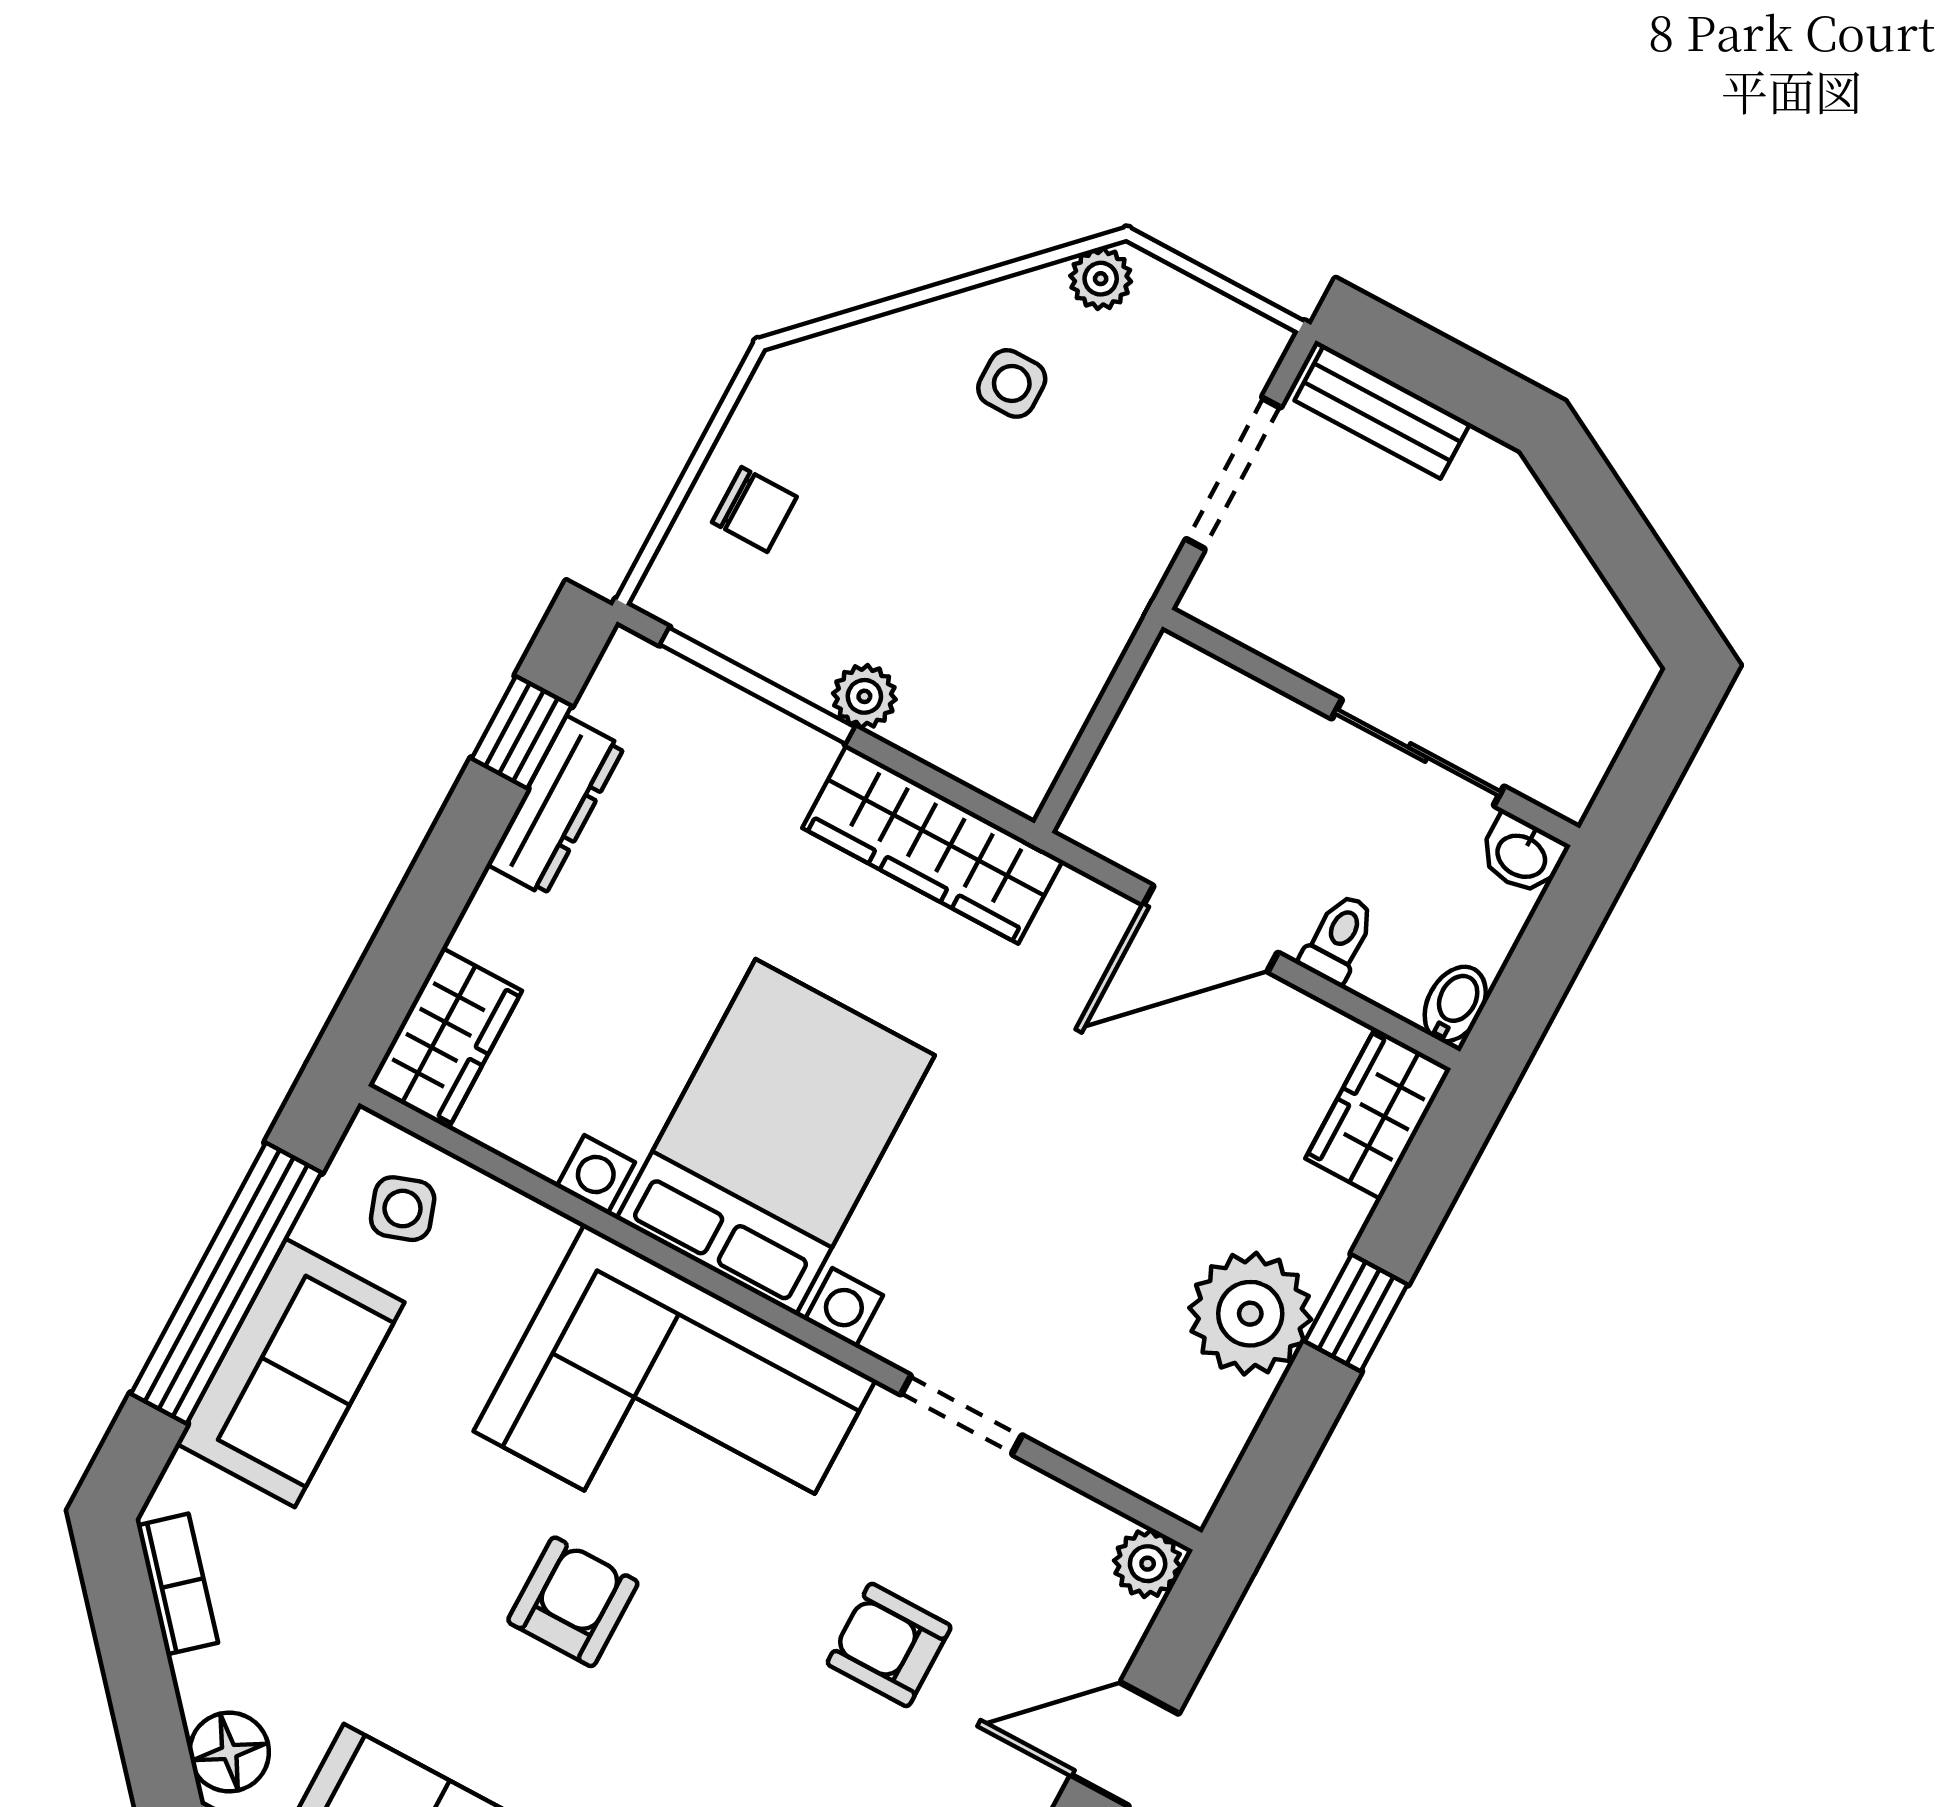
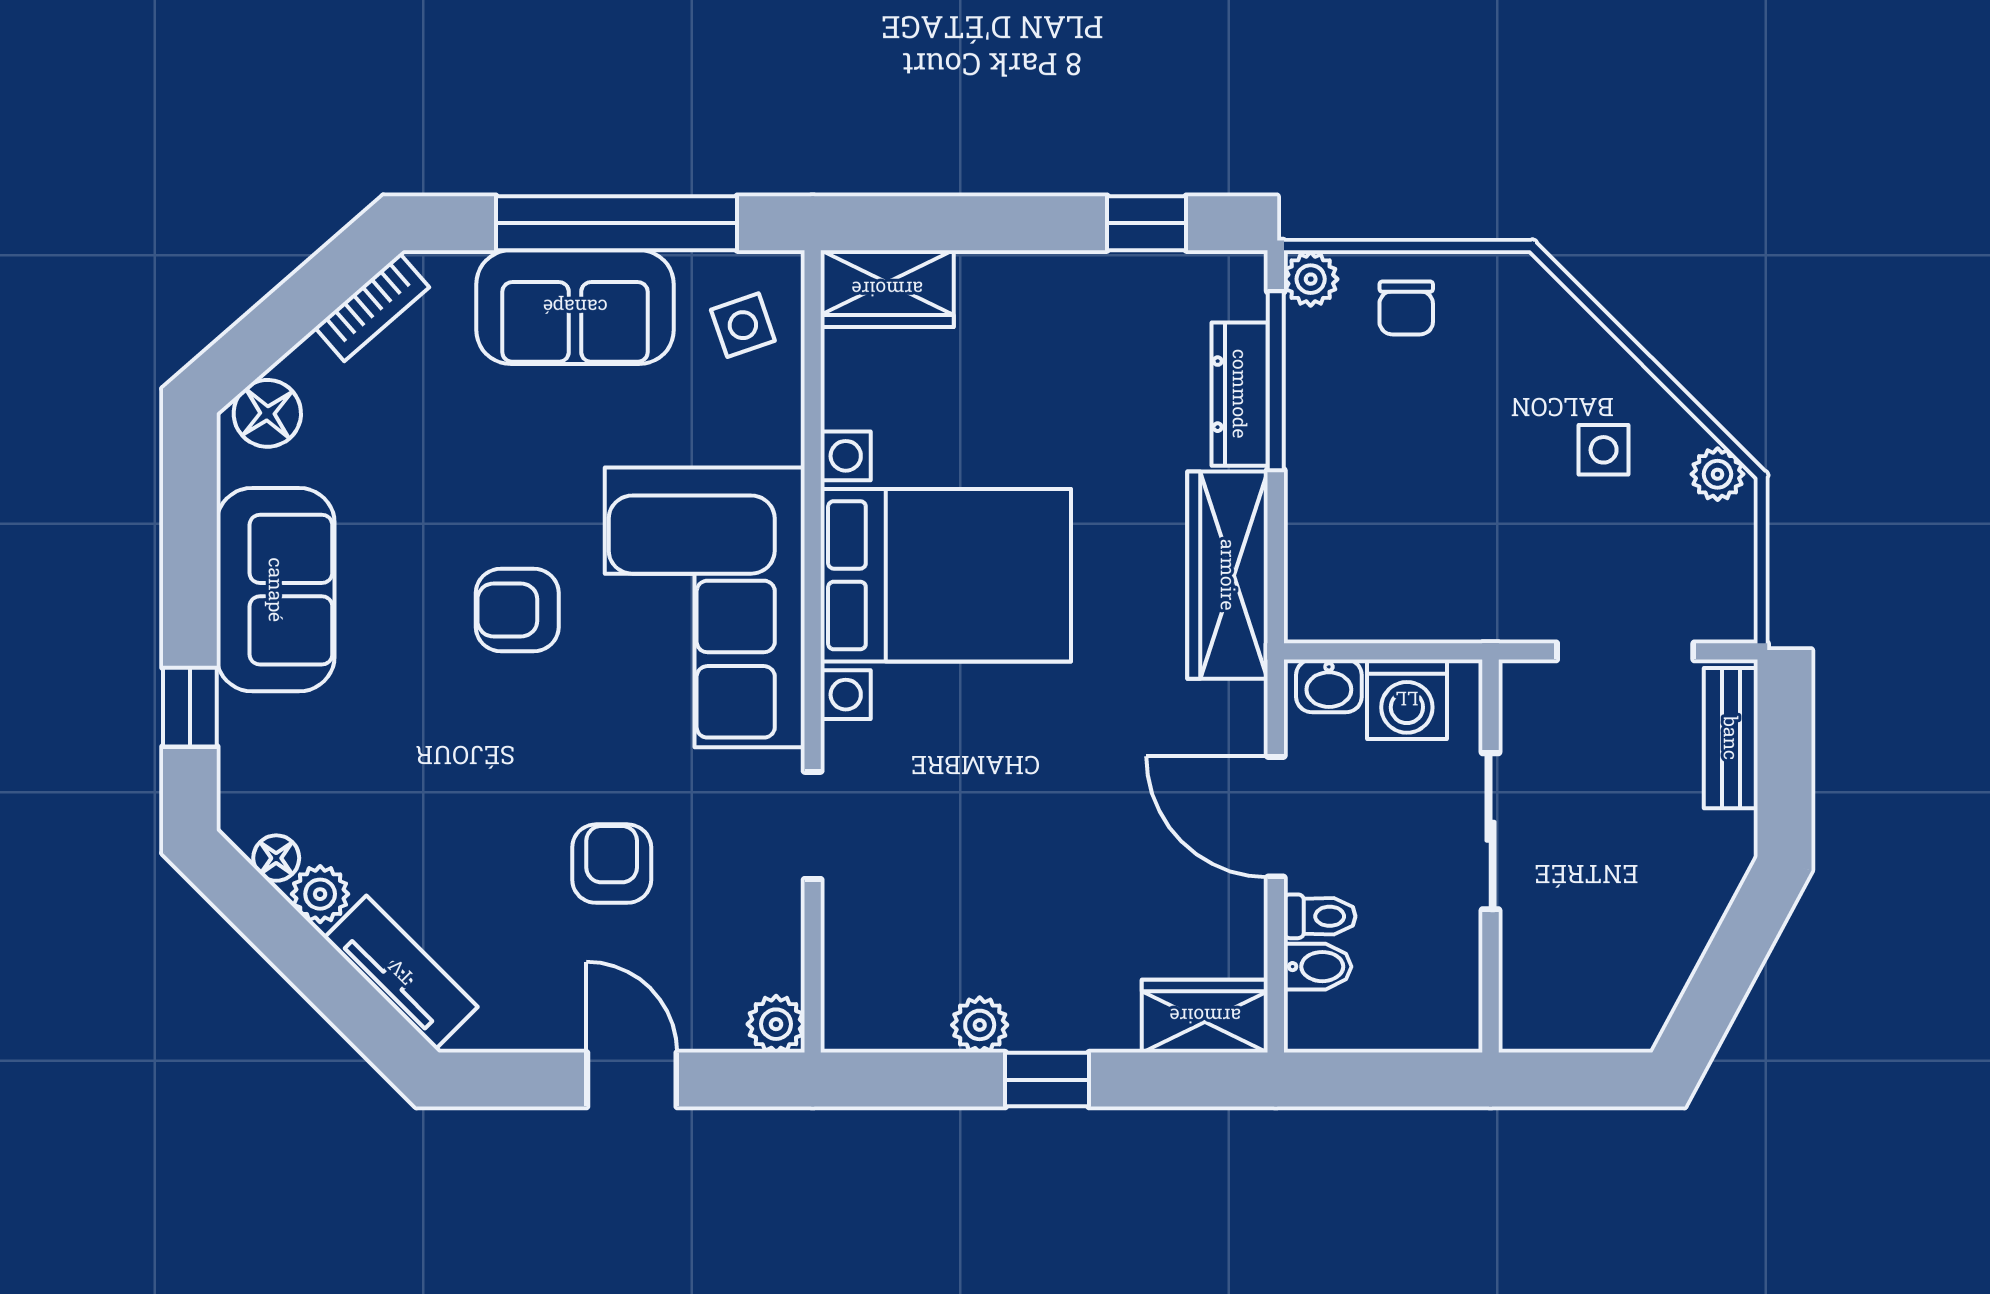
plant: (864, 696) -> (1311, 279), moved
washing machine: (1162, 727) -> (1407, 699), added
sliding door: (1418, 753) -> (1491, 831), moved
dresser: (556, 806) -> (1240, 394), moved, turned 90
washbasin: (1522, 855) -> (1329, 686), moved, turned -90
bidet: (1455, 1004) -> (1318, 967), moved
plant: (1250, 1314) -> (980, 1025), width x0.53, depth x0.53
armchair: (573, 1602) -> (517, 610), turned 180

